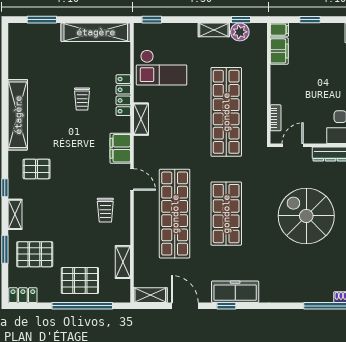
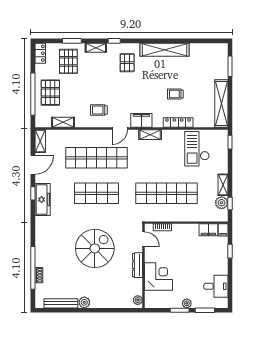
shelving: (141, 119) -> (150, 135), moved

